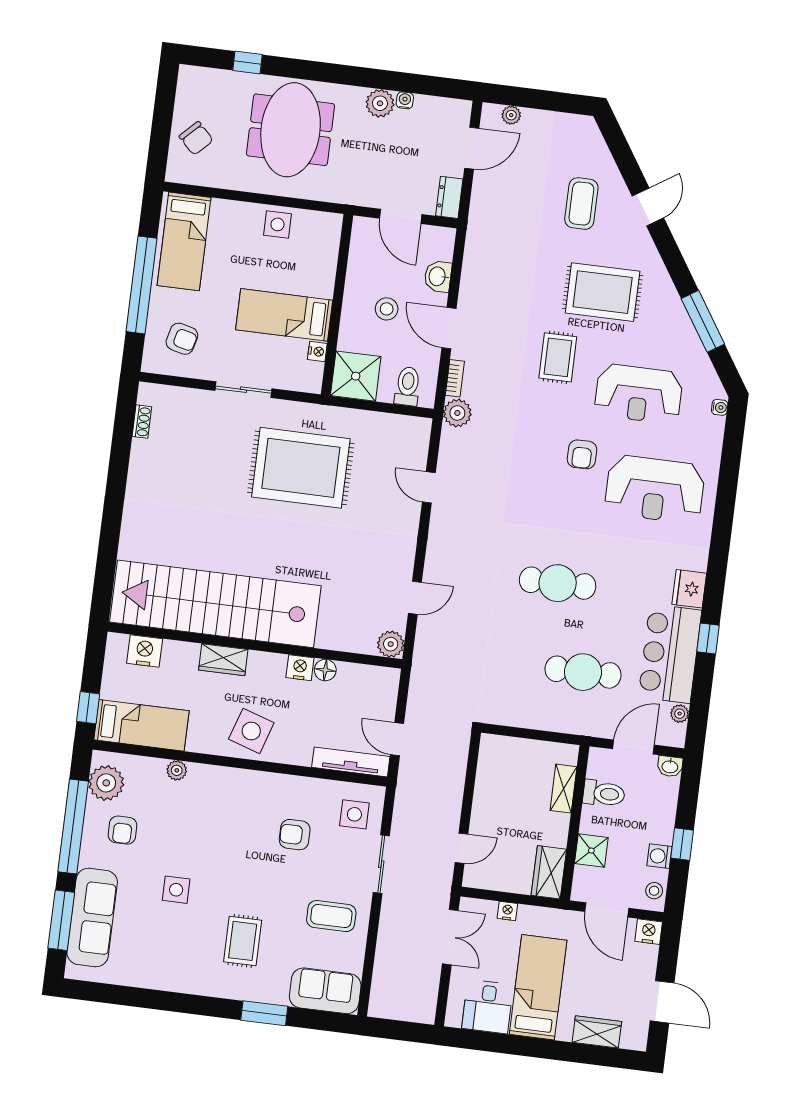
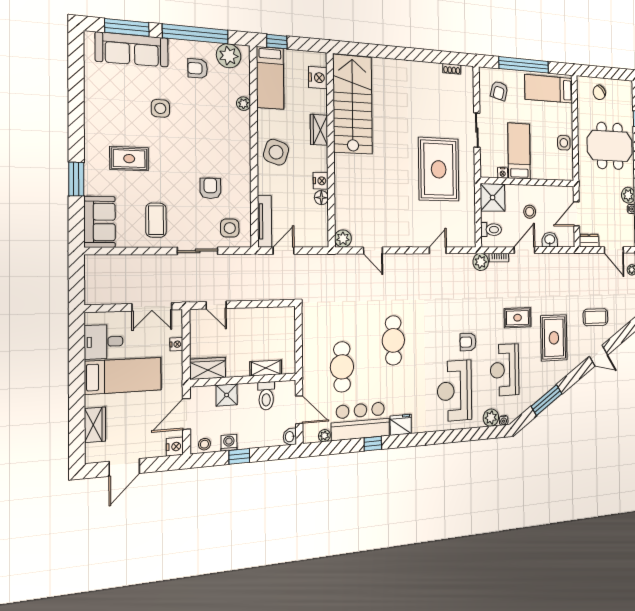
plant: (710, 430) -> (491, 418), added
stairs: (215, 604) -> (353, 104), width x0.73

